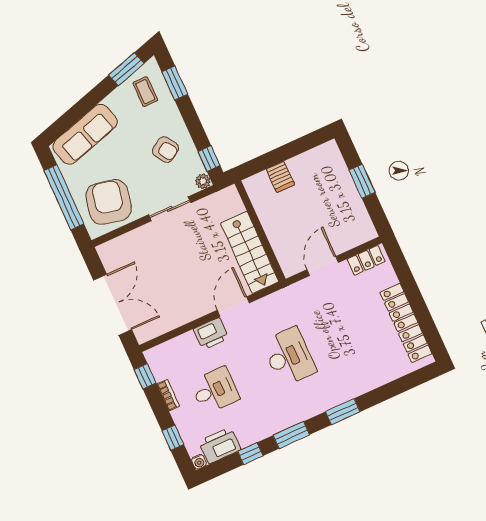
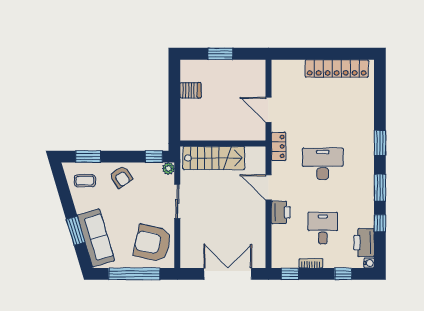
window: (126, 69) -> (76, 231), moved
armchair: (166, 150) -> (121, 177), moved, turned 89
server rack: (280, 177) -> (190, 90), moved
stairs: (250, 252) -> (214, 158), moved
locker: (366, 260) -> (279, 146), moved

